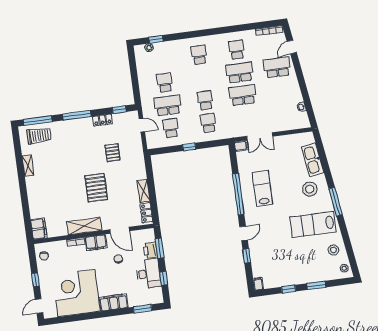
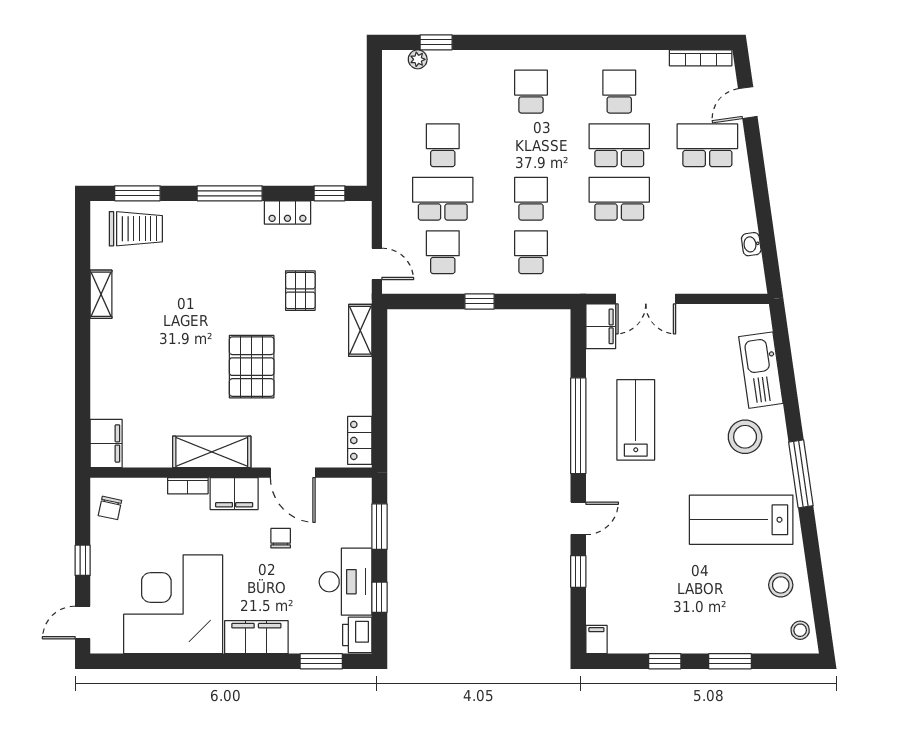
window: (38, 121) -> (137, 193), width x0.69
door: (142, 125) -> (377, 264), moved
filing cabinet: (241, 146) -> (601, 326), width x2.00
shelving: (144, 191) -> (360, 330), moved
printer: (150, 250) -> (357, 635), moved

